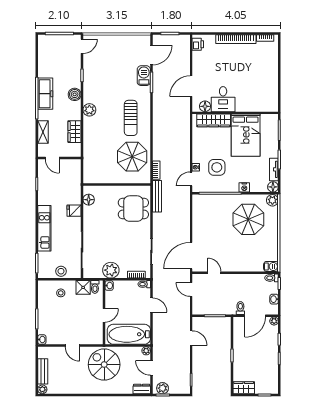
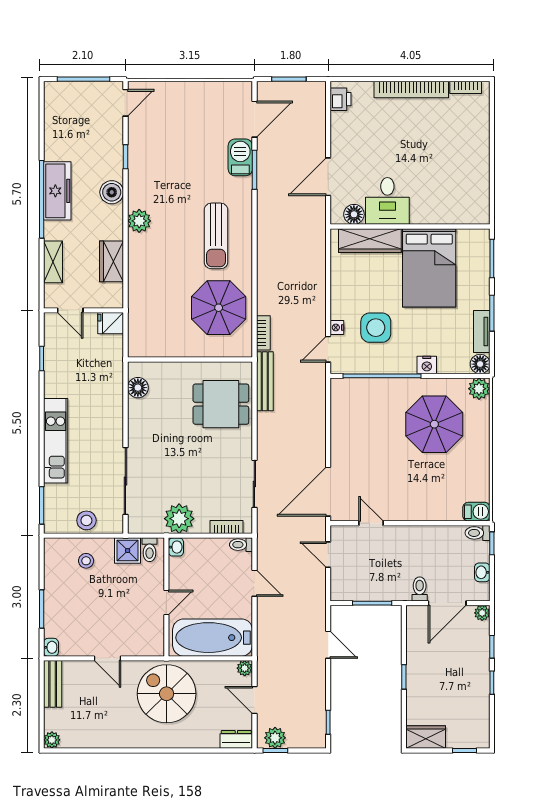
fridge: (74, 211) -> (111, 323), moved
bench: (43, 371) -> (53, 684), moved

